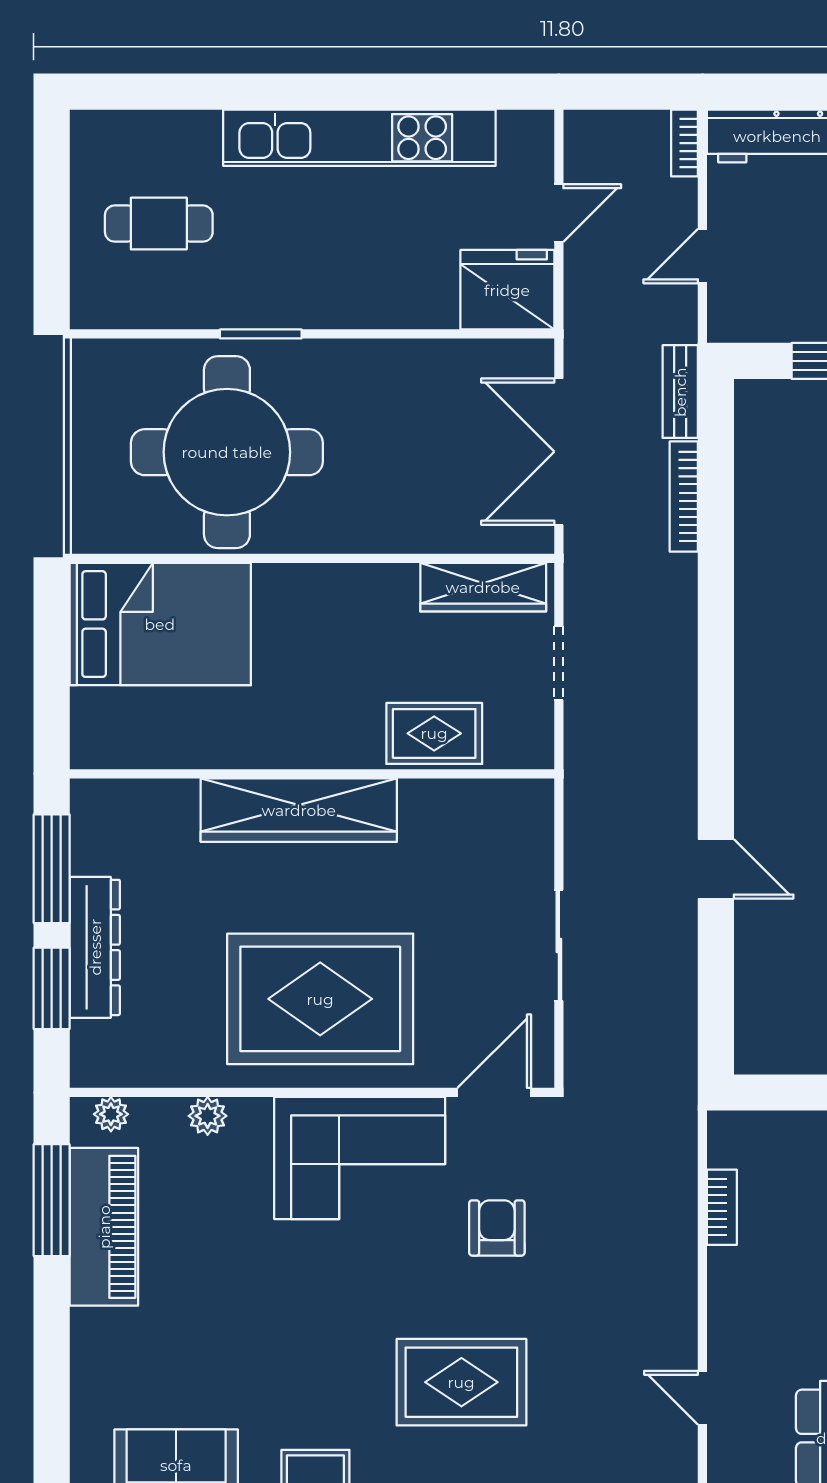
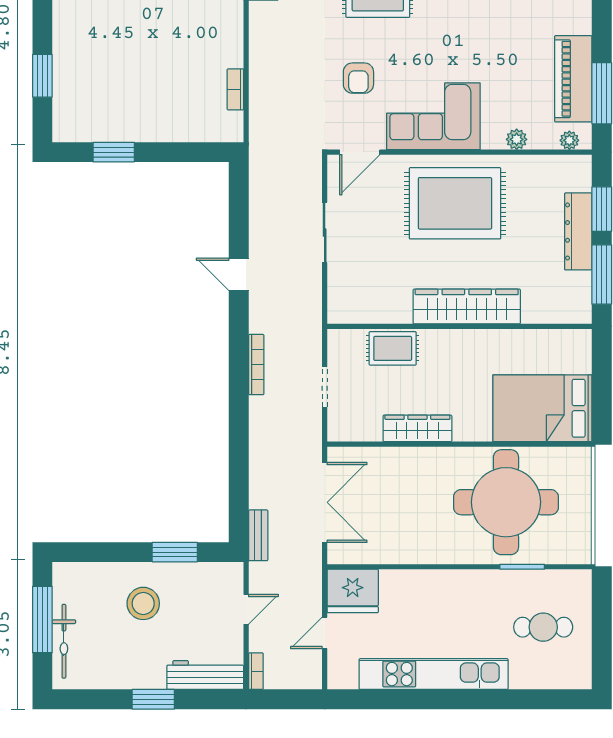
window: (261, 334) -> (522, 567), moved
bookcase: (684, 497) -> (256, 365), moved
wardrobe: (483, 587) -> (417, 428), moved

